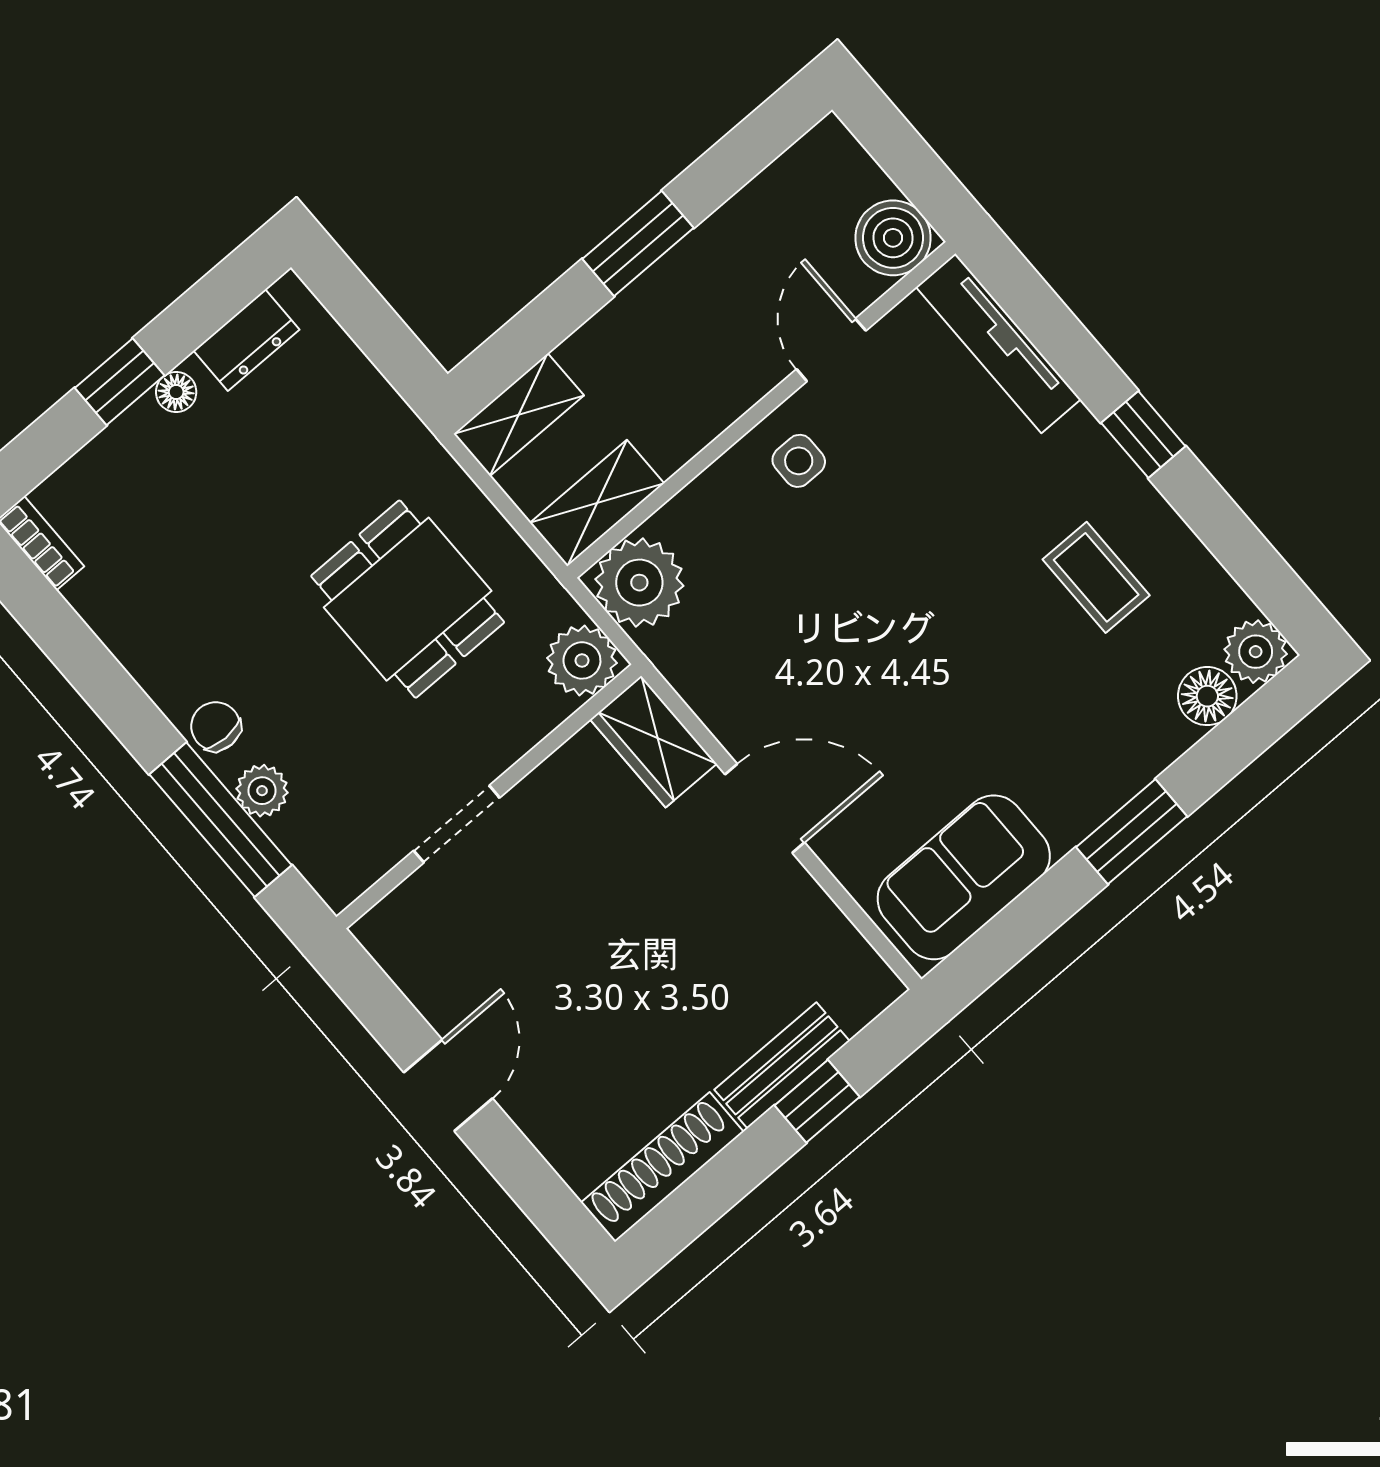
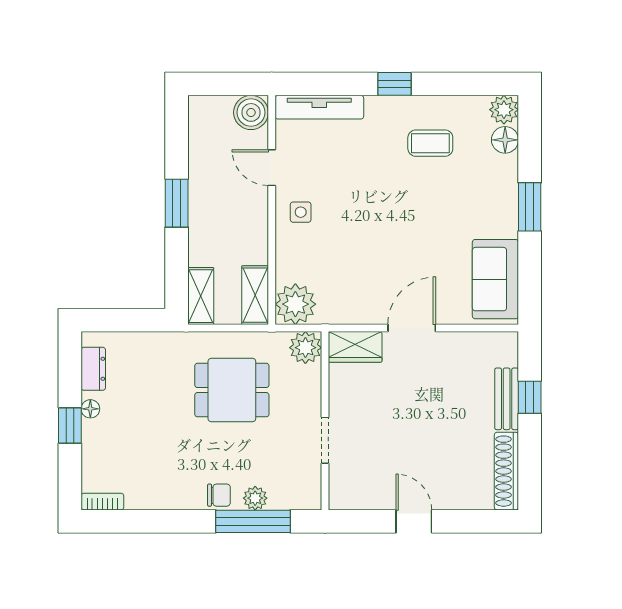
chair: (216, 726) -> (219, 495), turned 180

